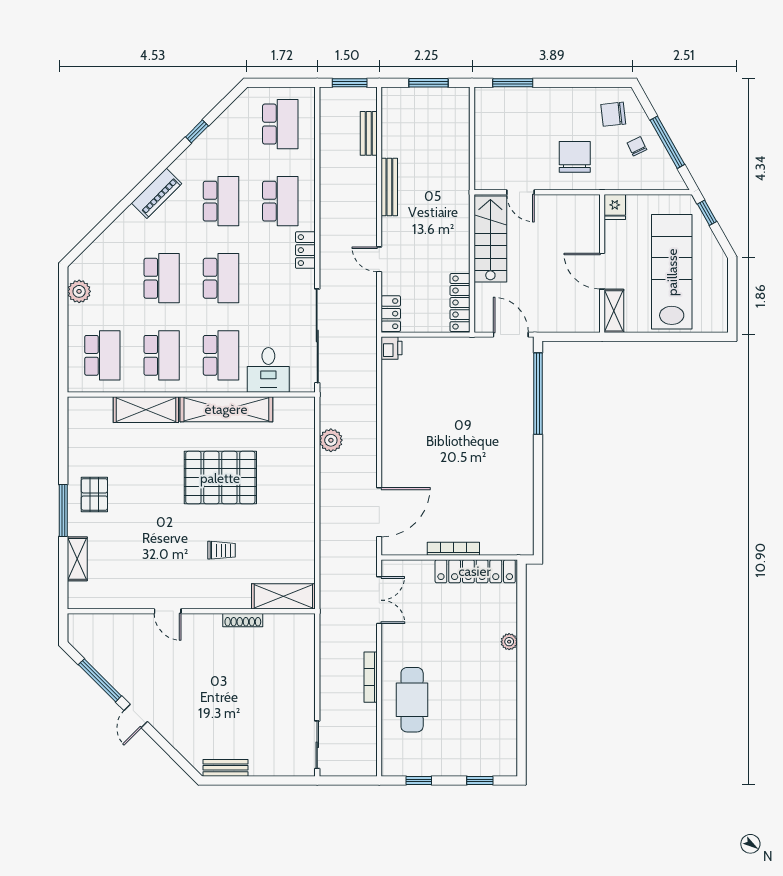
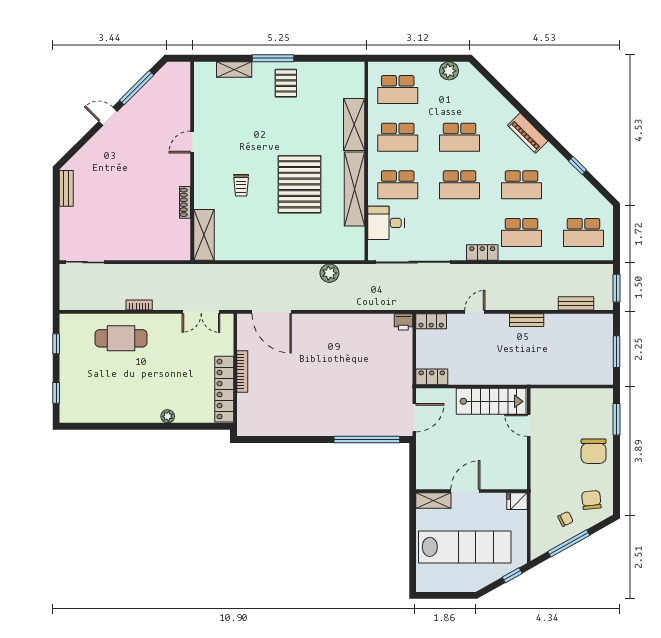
chair: (575, 157) -> (594, 451), moved, turned 90
bench: (389, 187) -> (527, 320), width x0.73
door: (521, 192) -> (529, 425), hinge flipped
locker: (460, 303) -> (432, 377), width x0.66
pallet: (94, 494) -> (286, 83), turned 90
bookcase: (371, 677) -> (139, 305), width x0.64

